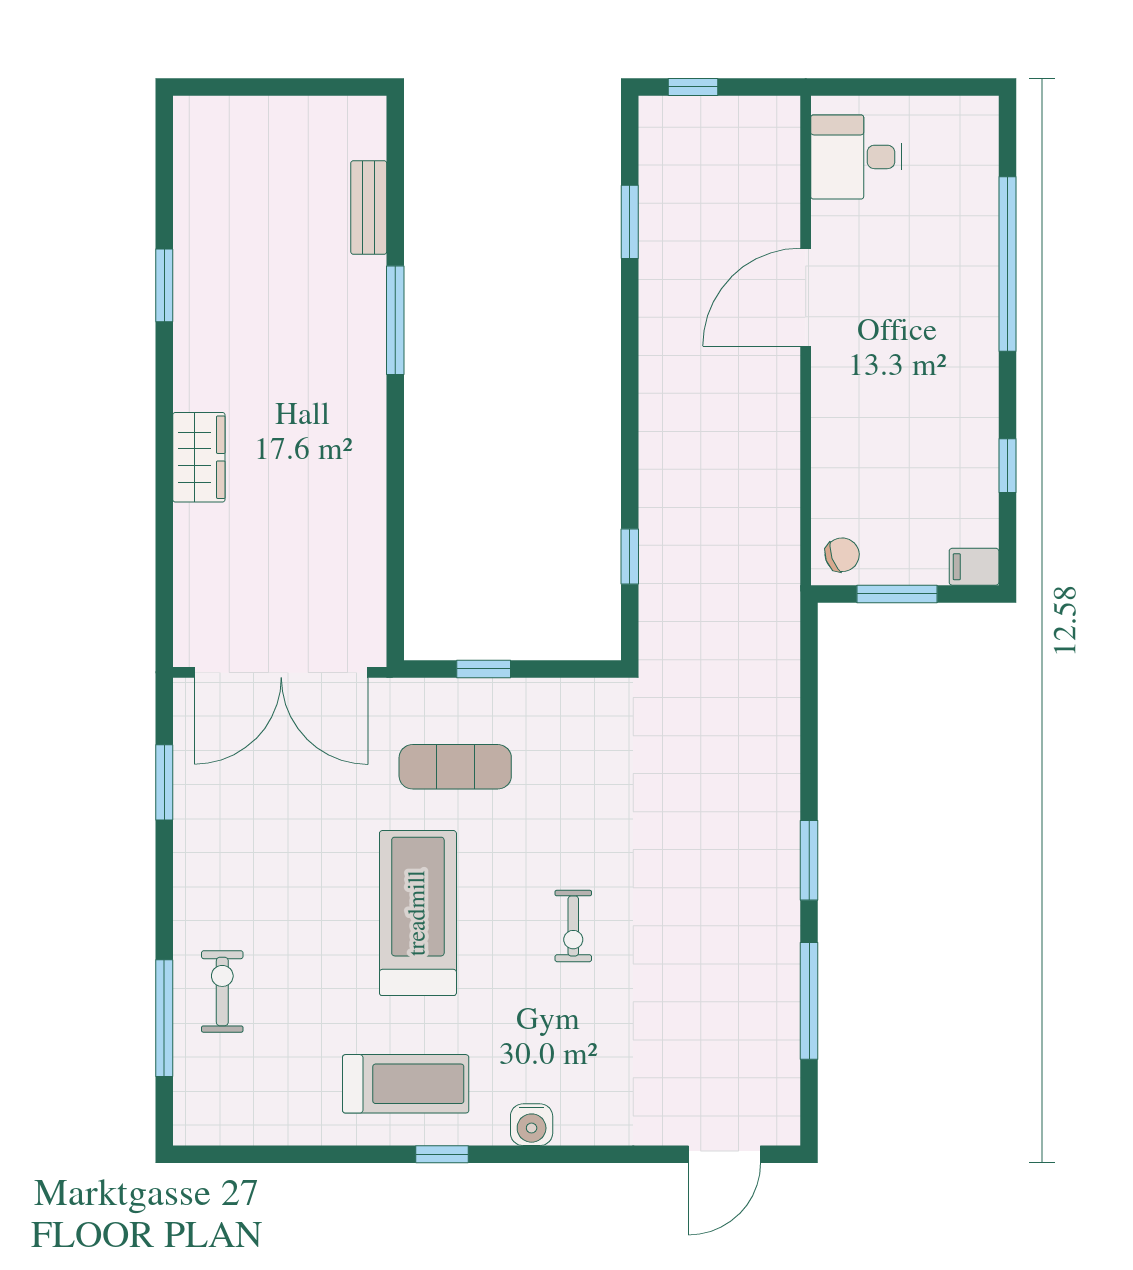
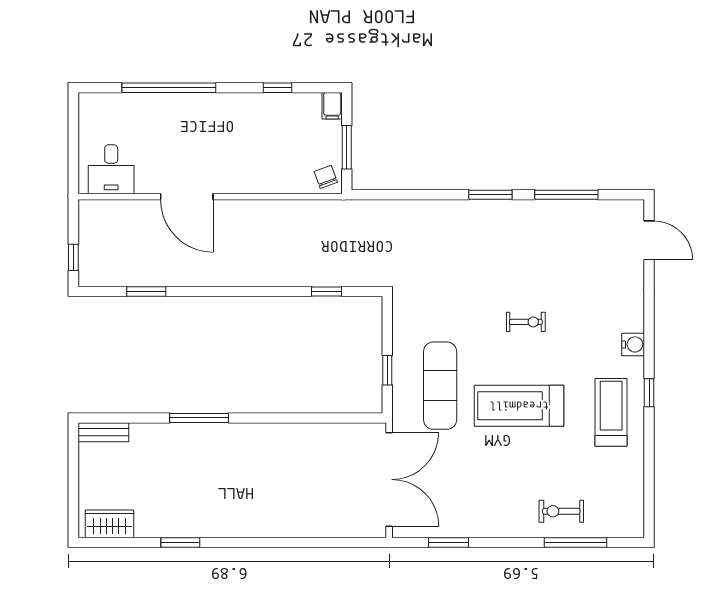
bench: (369, 207) -> (103, 432), moved
wardrobe: (199, 457) -> (110, 524), moved
exercise mat: (455, 767) -> (440, 386), width x1.36, depth x1.45

